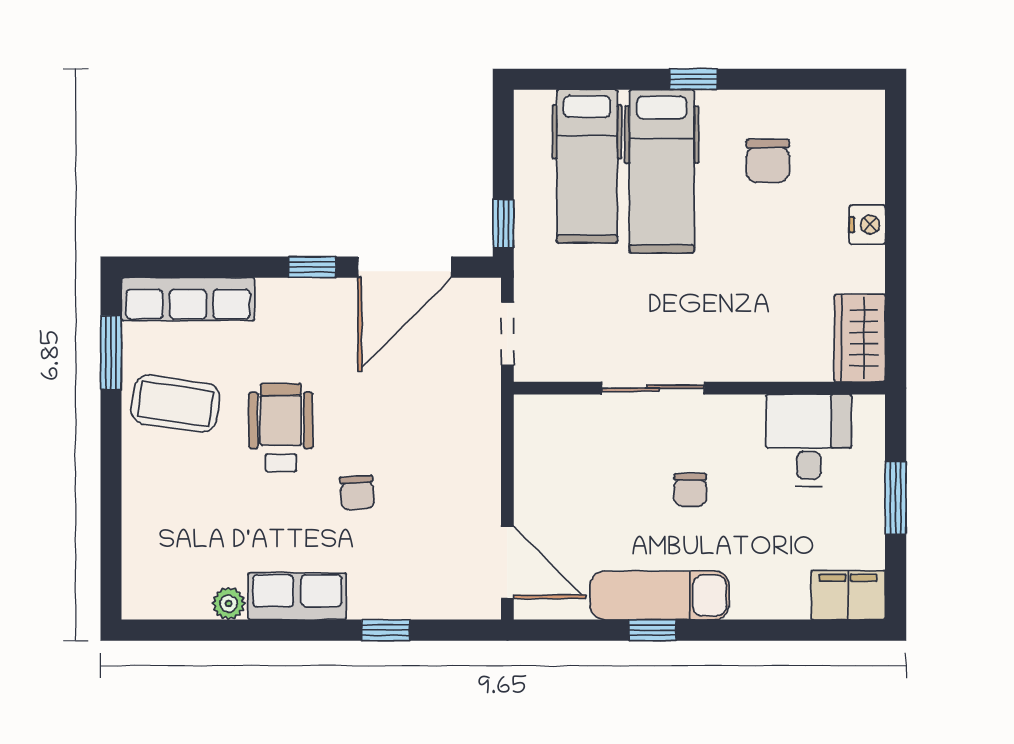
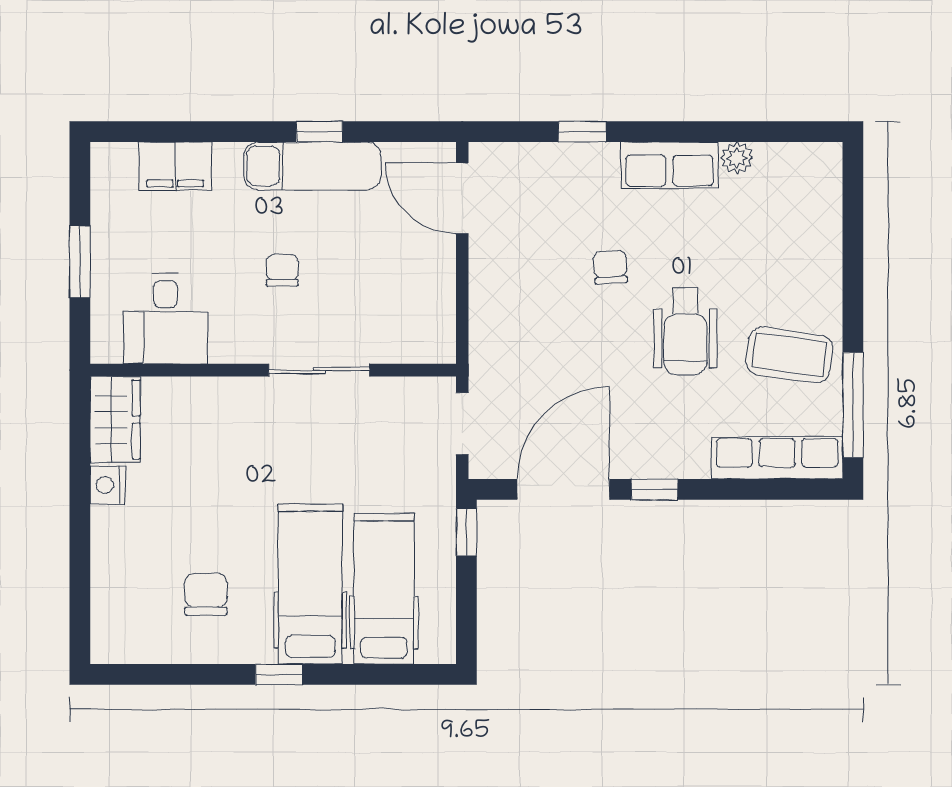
nightstand: (867, 225) -> (108, 485), moved
window: (111, 353) -> (853, 405), width x1.44
filing cabinet: (848, 595) -> (175, 166), moved

